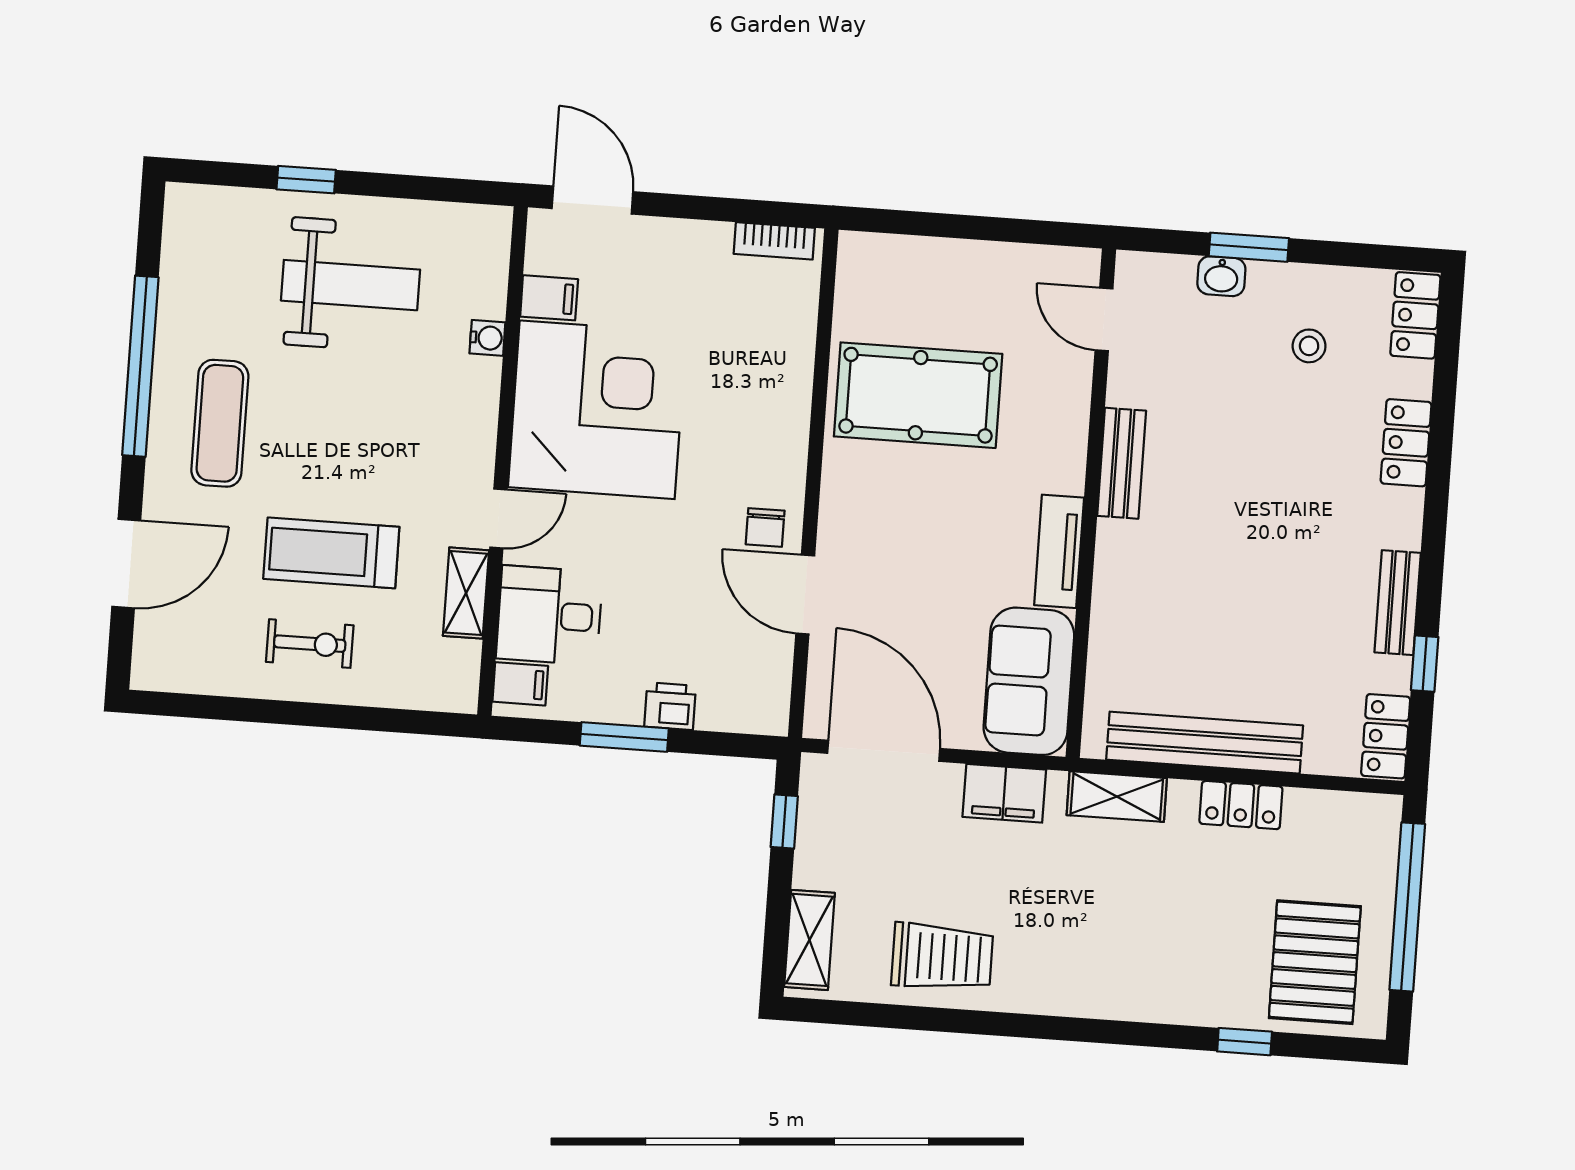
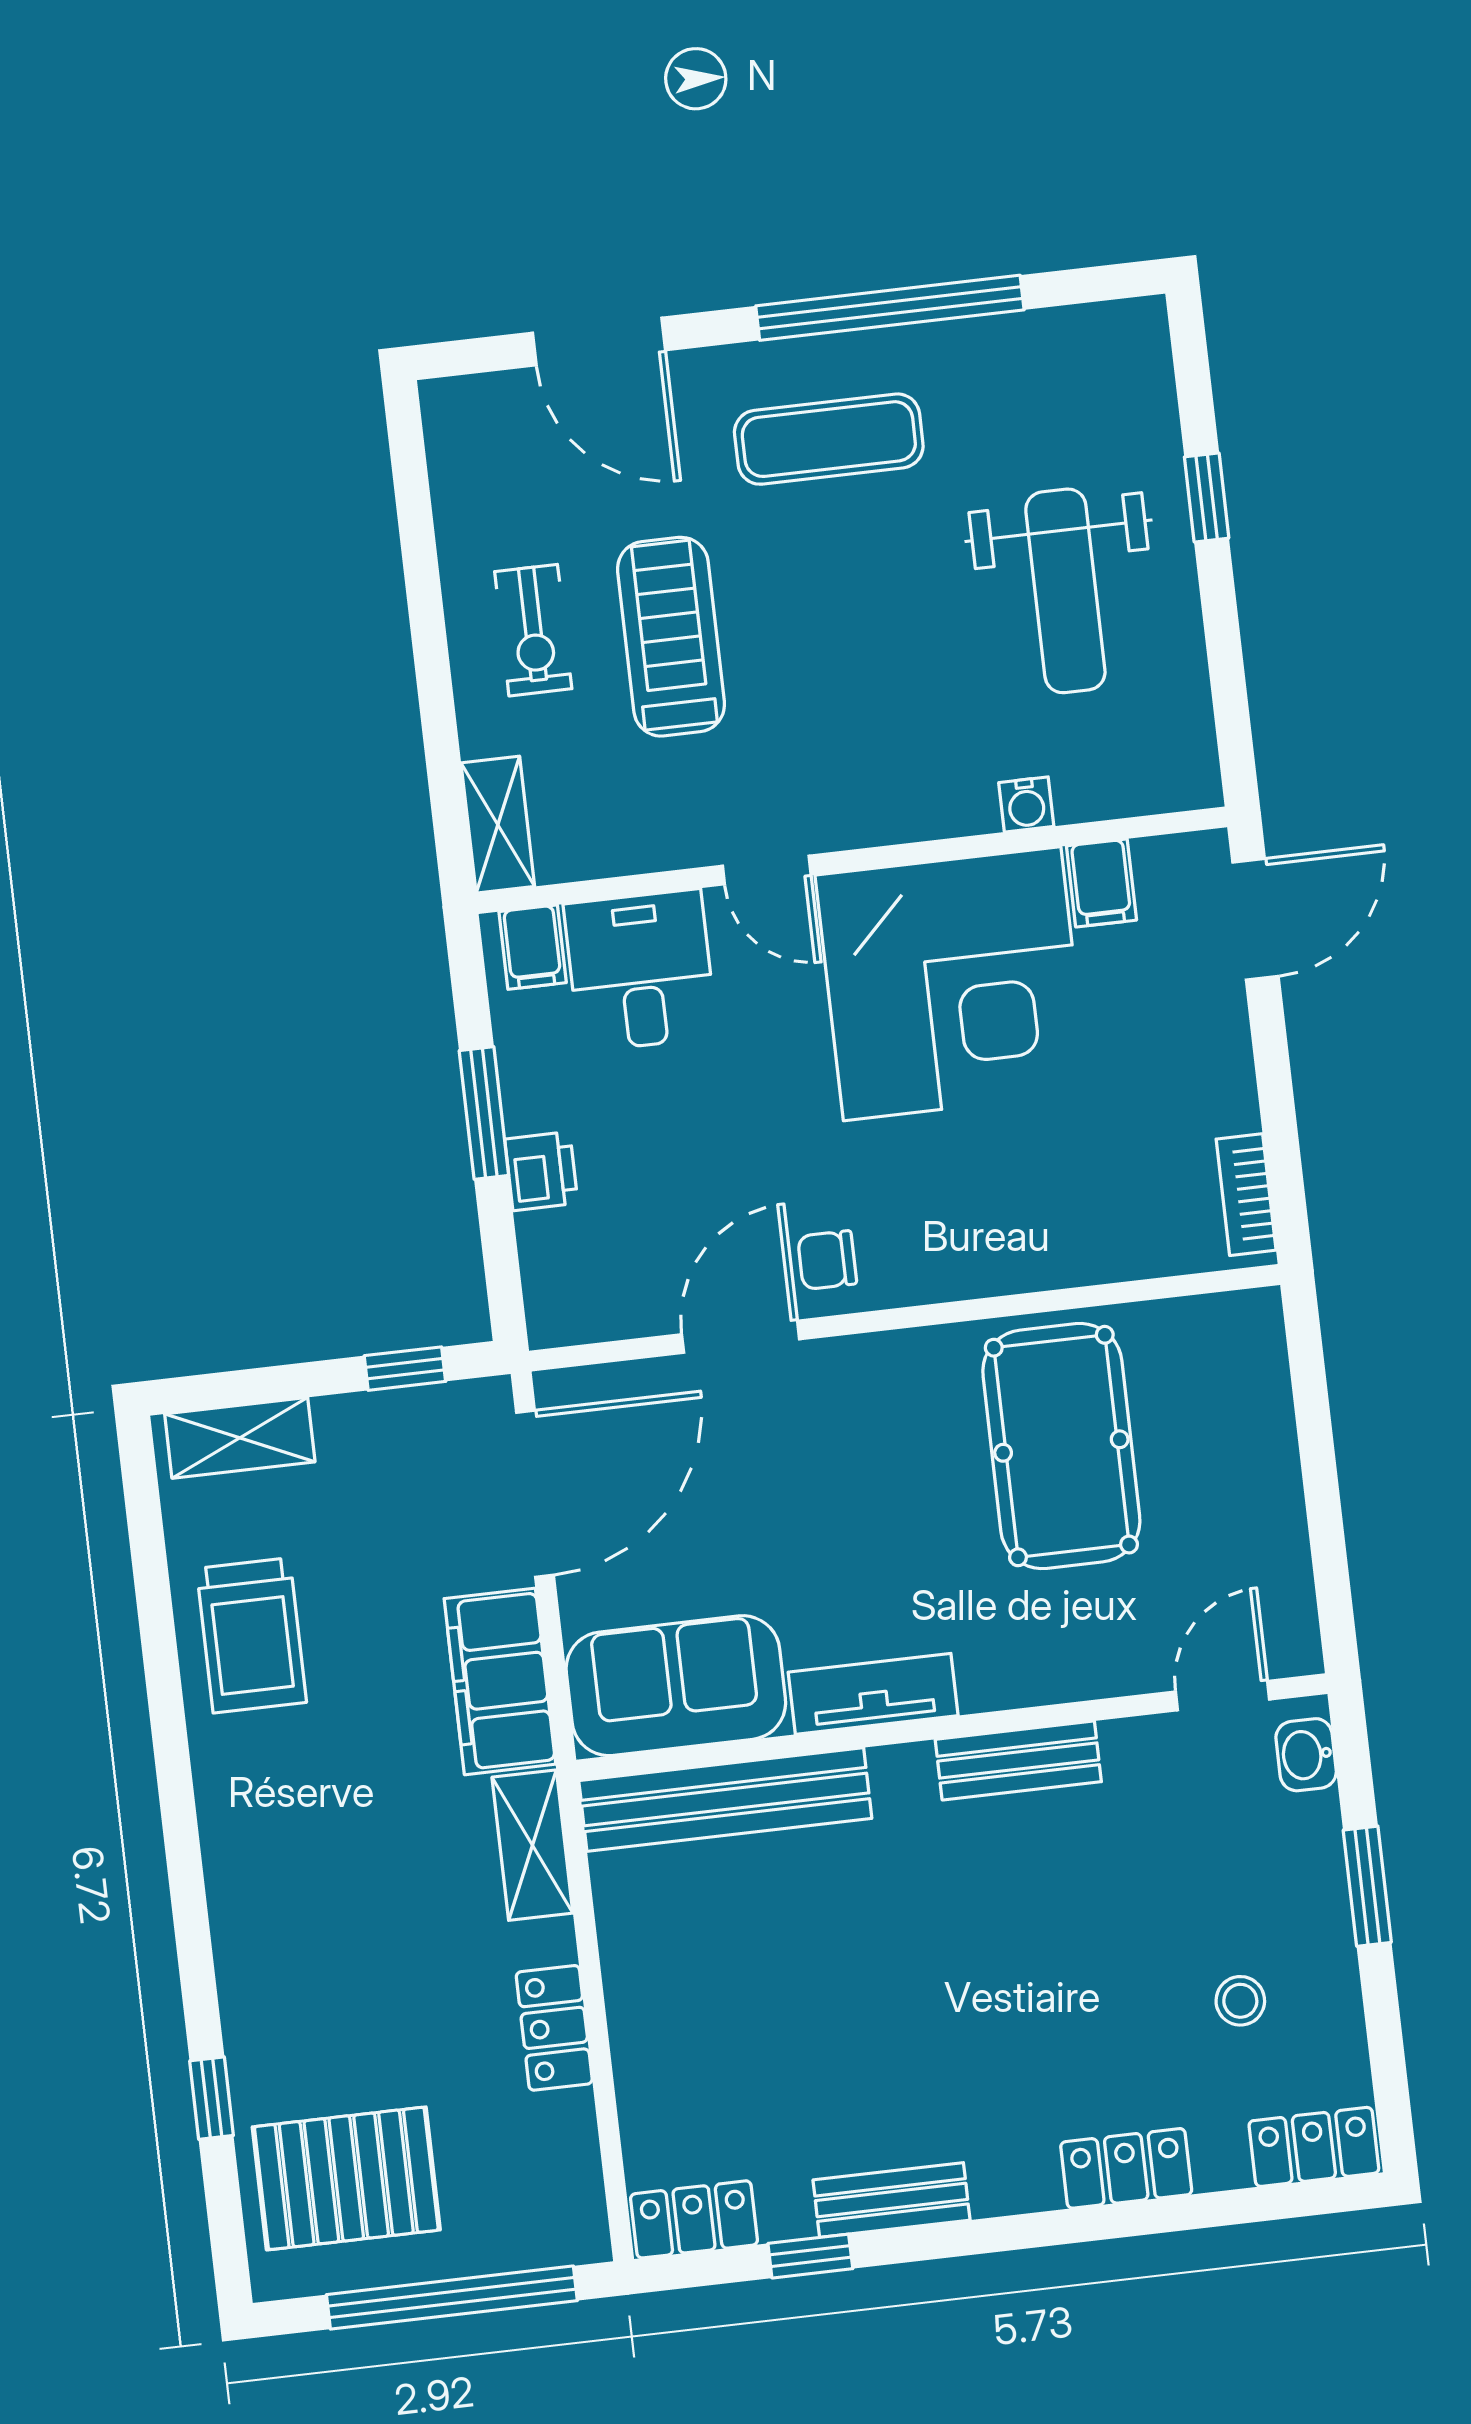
washbasin: (1221, 276) -> (1306, 1755), moved
shelving: (466, 593) -> (498, 825), moved, turned 90
bench: (1205, 743) -> (725, 1800), moved, turned 90
filing cabinet: (1004, 793) -> (500, 1681), width x1.50, depth x1.17

